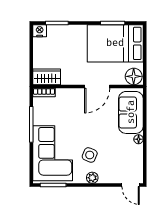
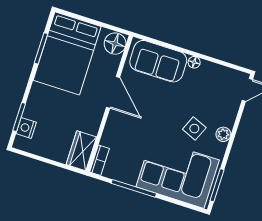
nightstand: (40, 31) -> (26, 128), moved

